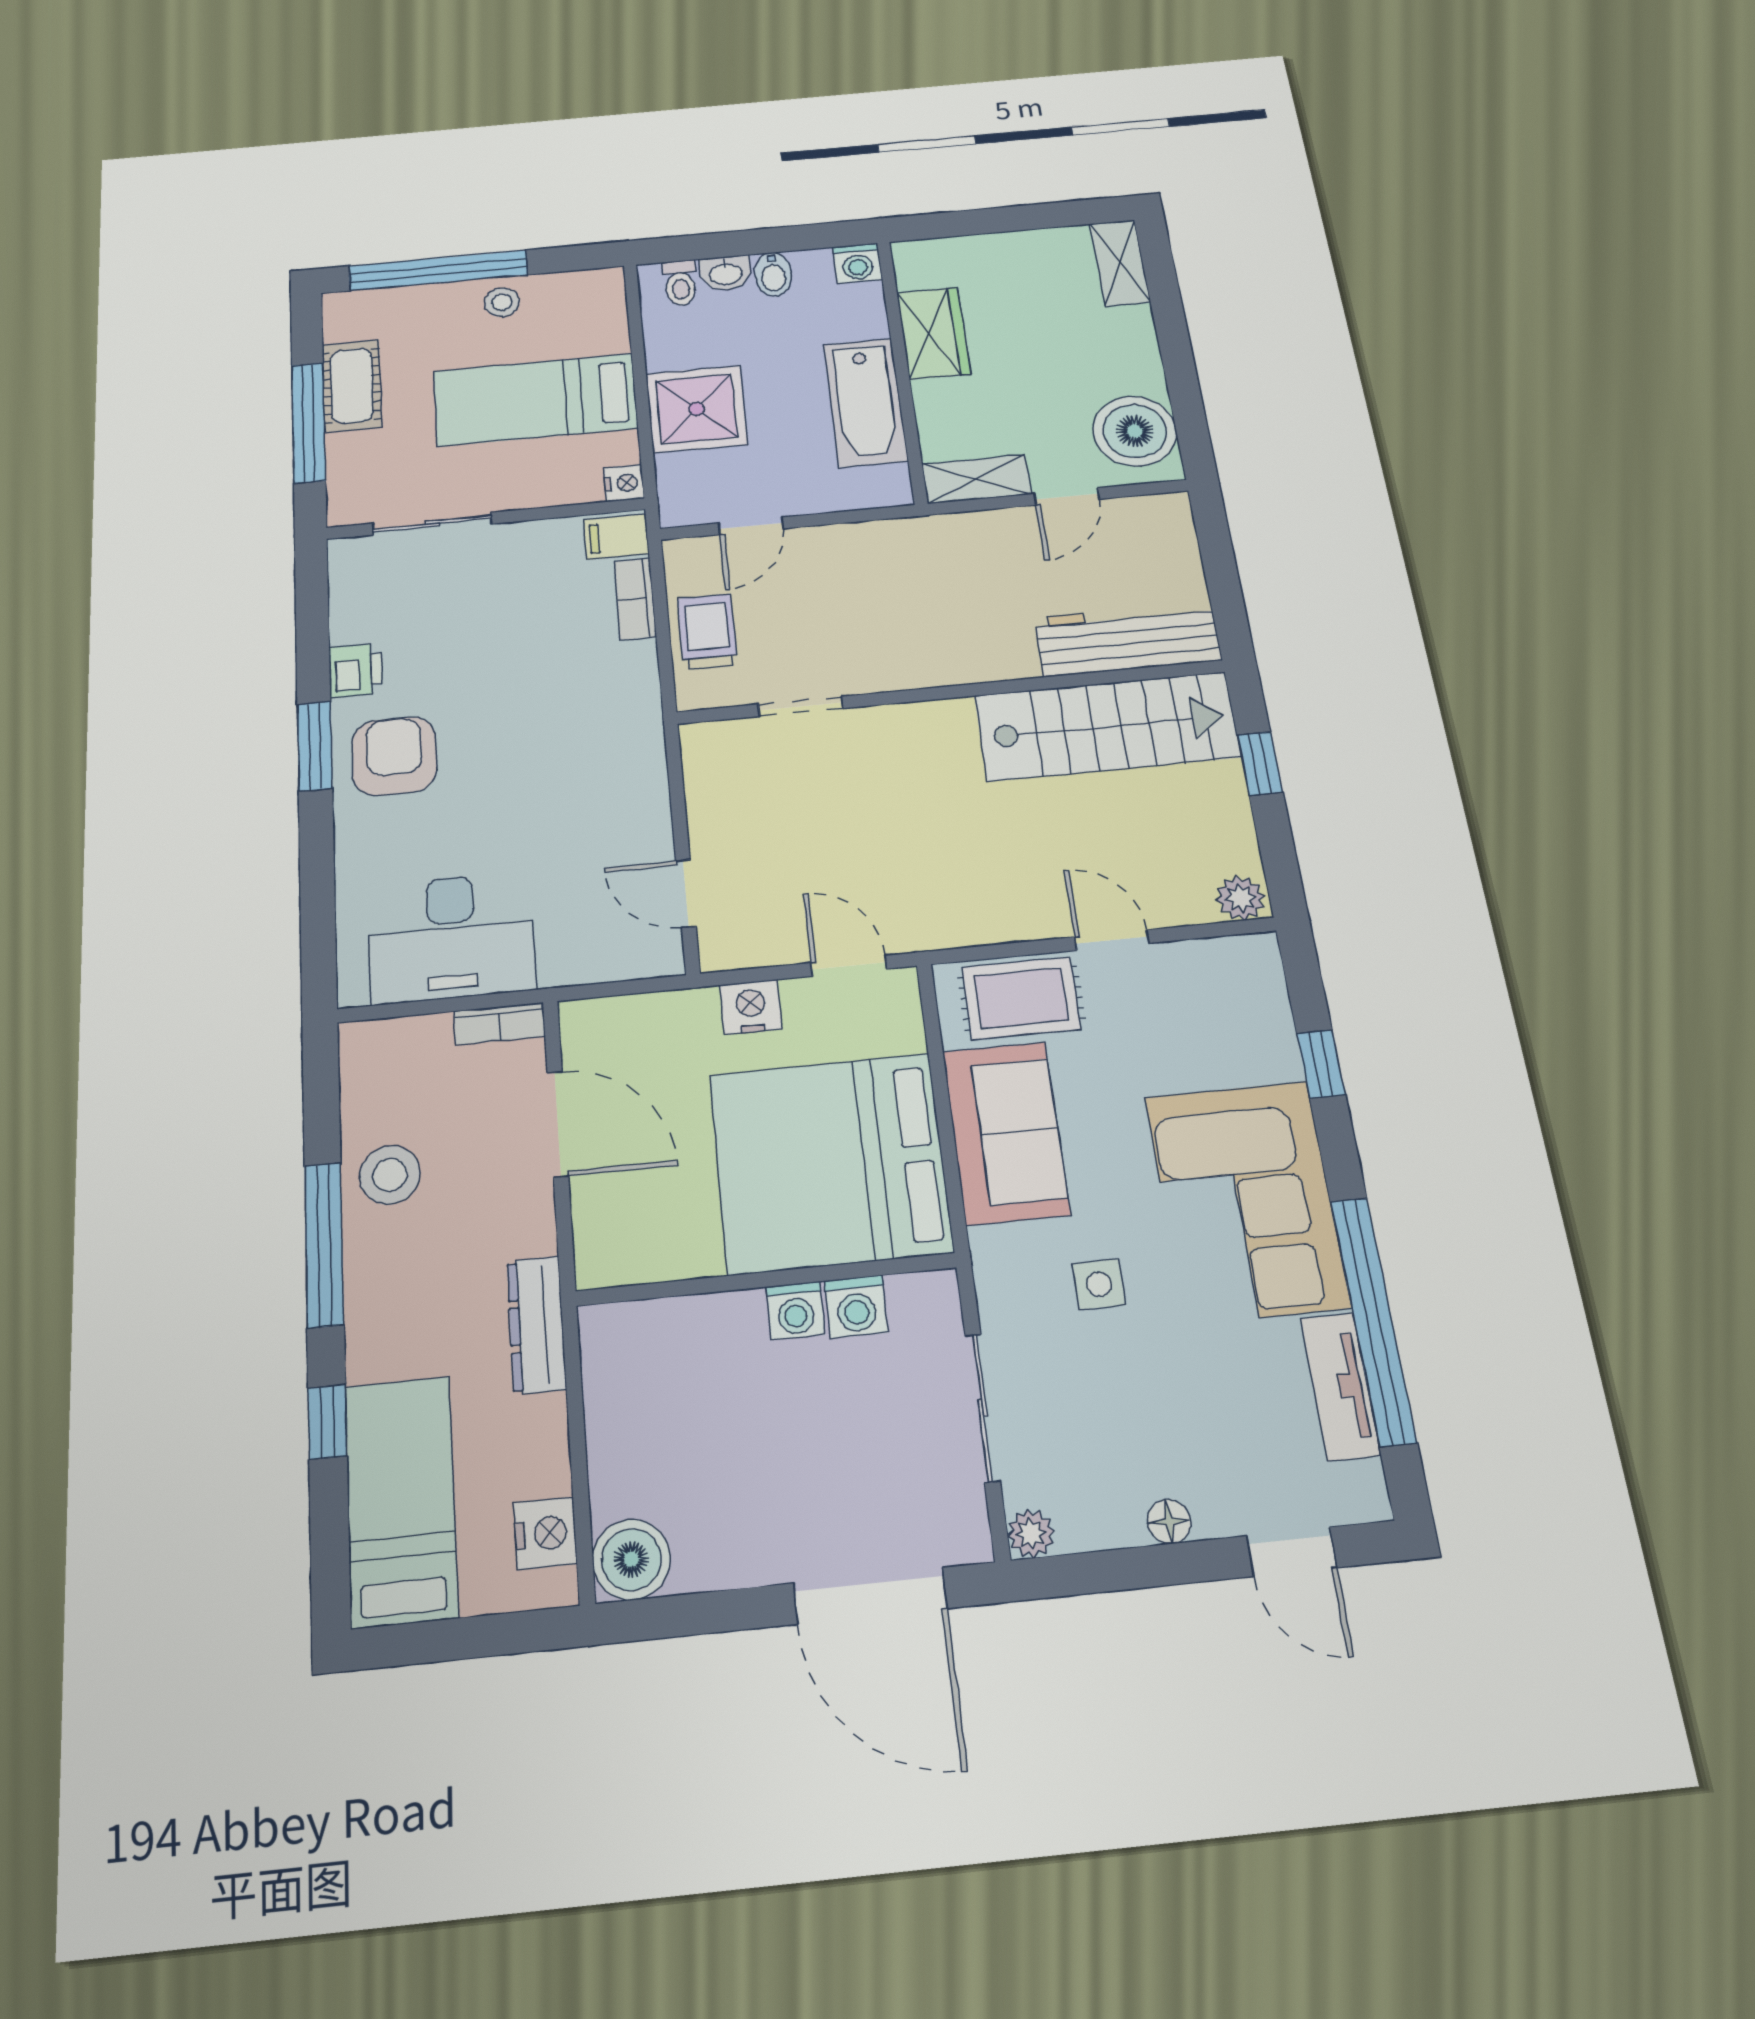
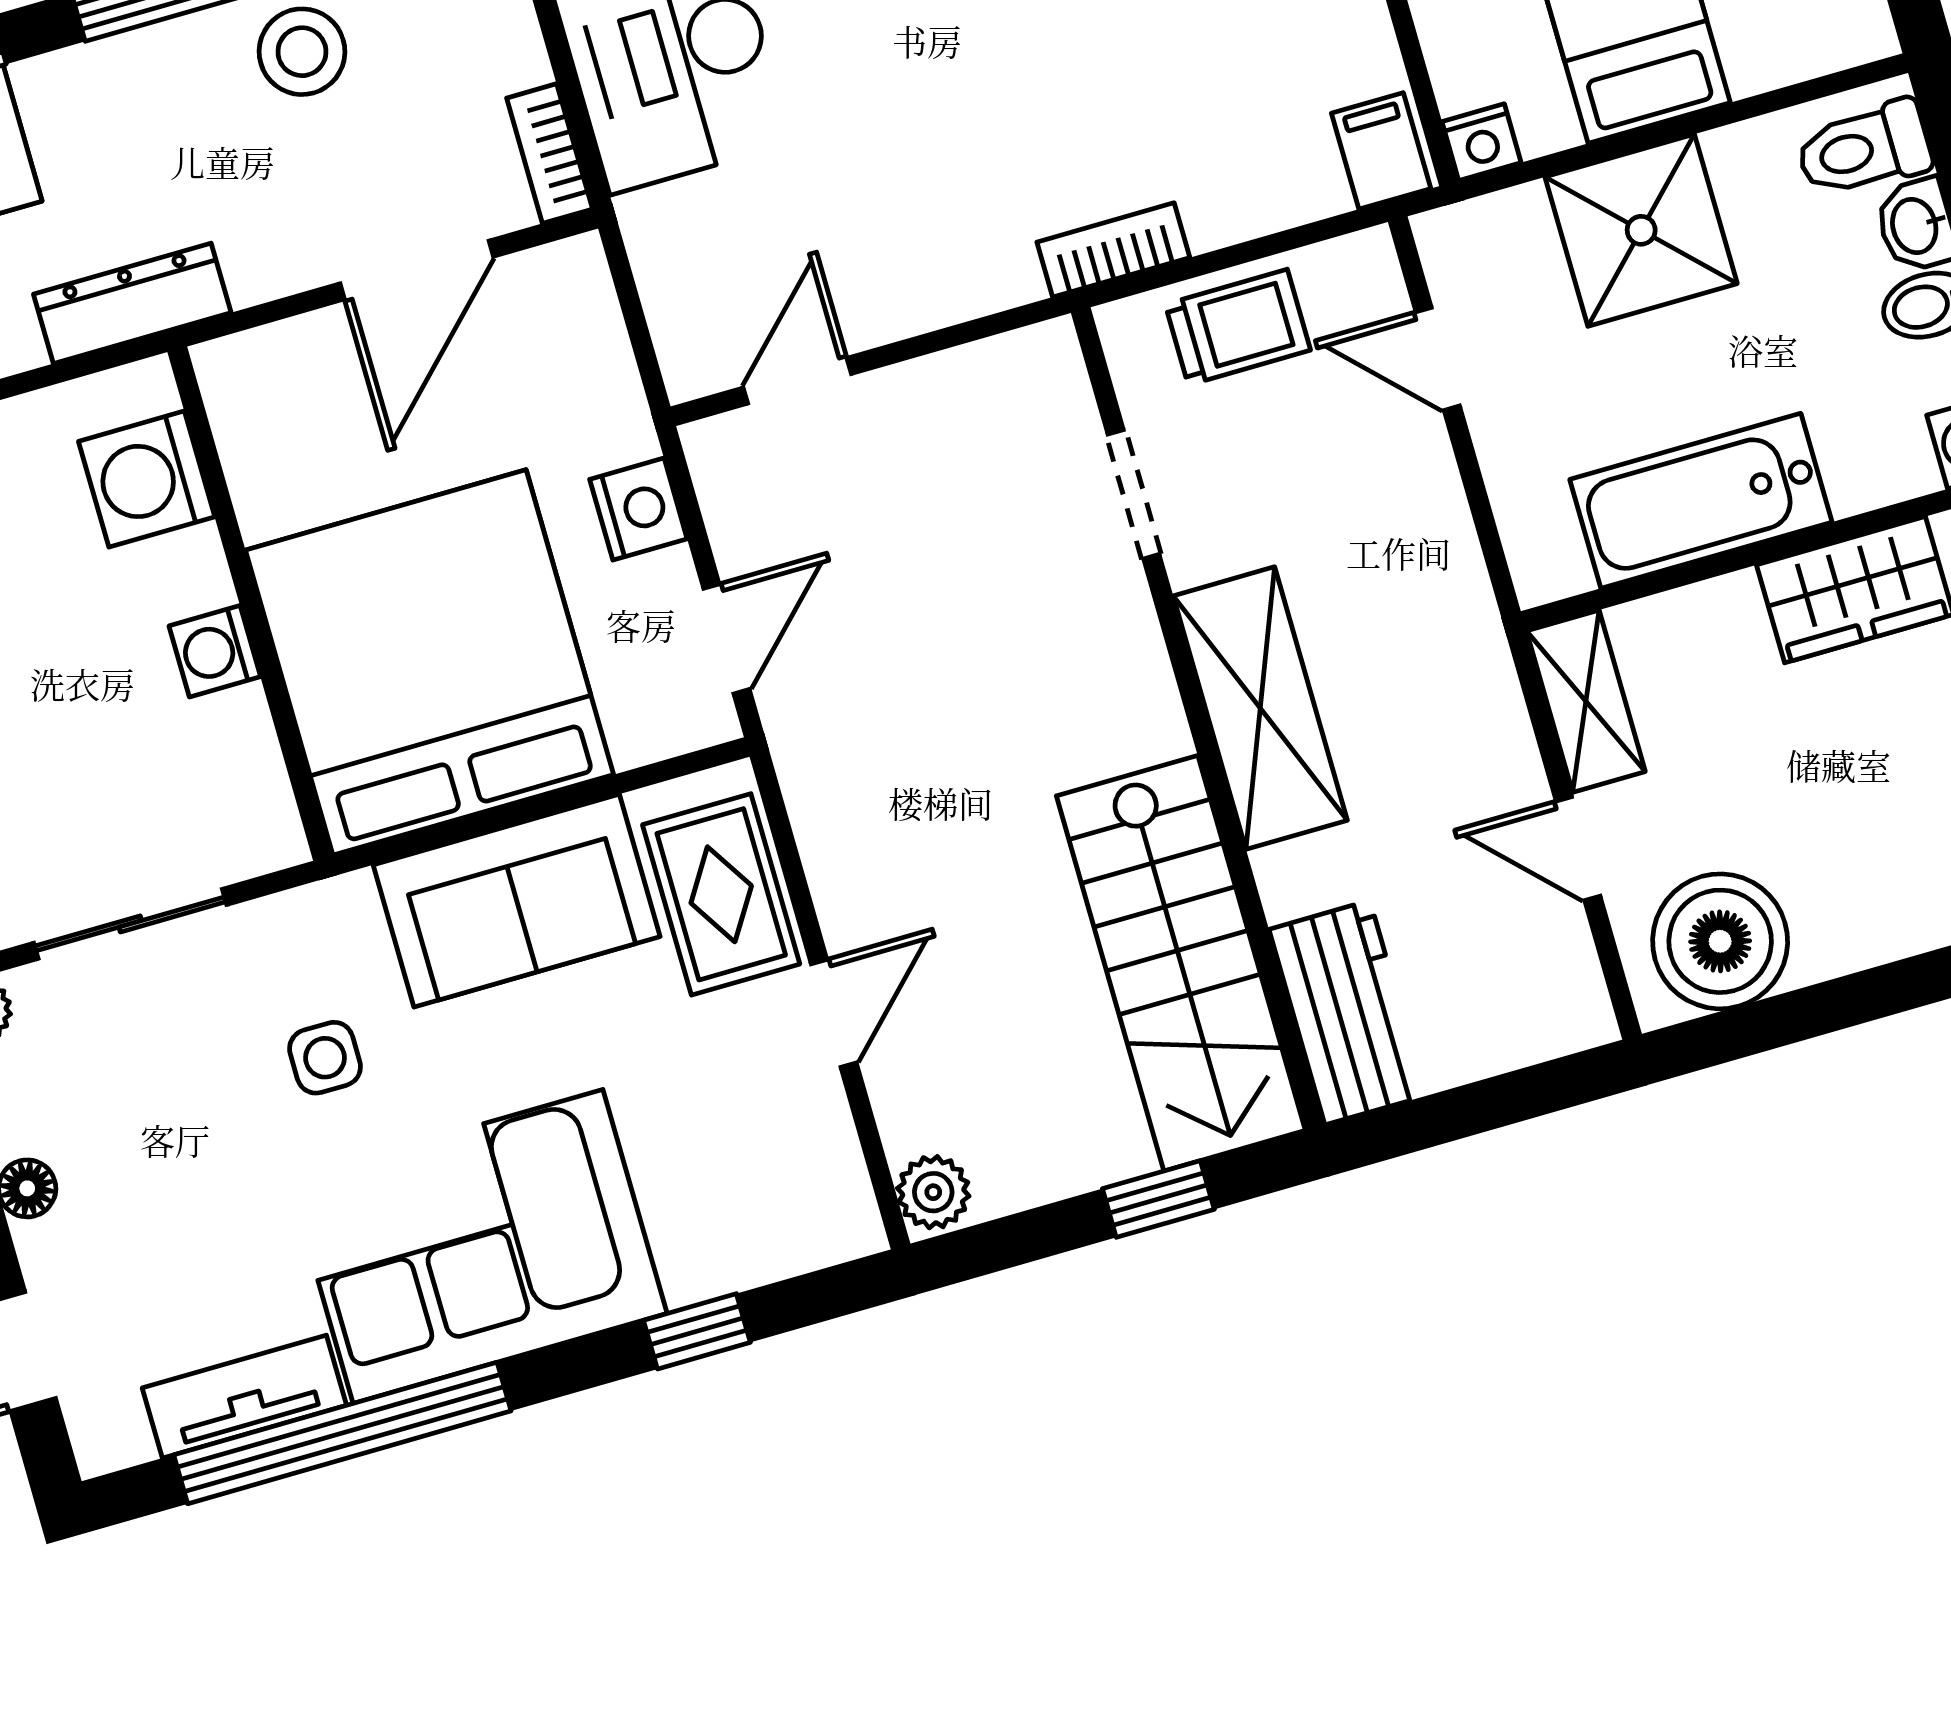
toilet: (680, 283) -> (1864, 149), width x1.37, depth x1.39
bookcase: (635, 599) -> (1113, 250), moved
workbench: (1128, 639) -> (1347, 1013), width x0.73
shelving: (950, 656) -> (1260, 708), added
washing machine: (856, 1307) -> (147, 479), moved, width x1.38, depth x1.38

